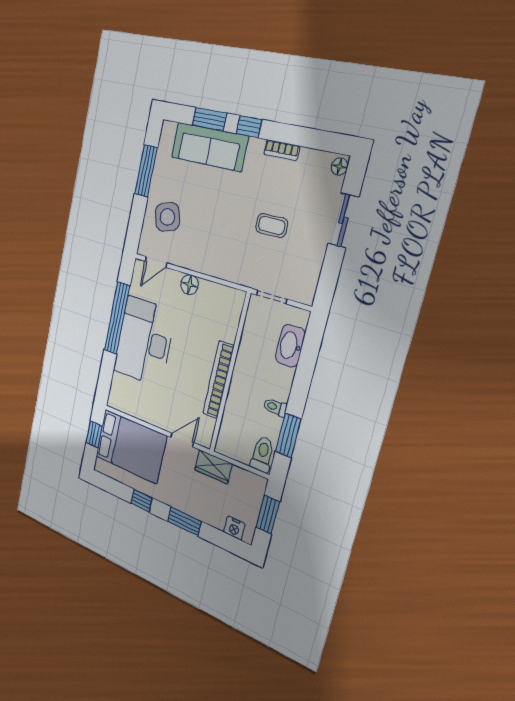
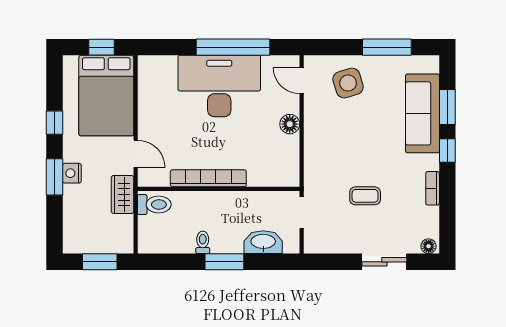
coffee table: (272, 225) -> (365, 196), turned 90
window: (288, 435) -> (224, 262), moved
toilet: (262, 454) -> (154, 205), moved
nightstand: (234, 528) -> (72, 173), moved

